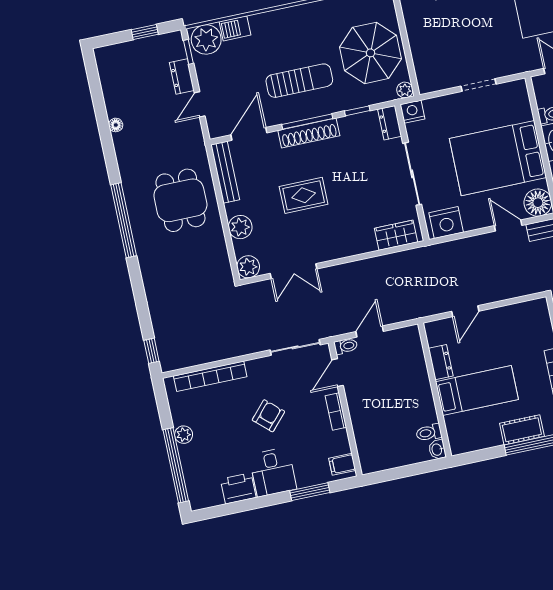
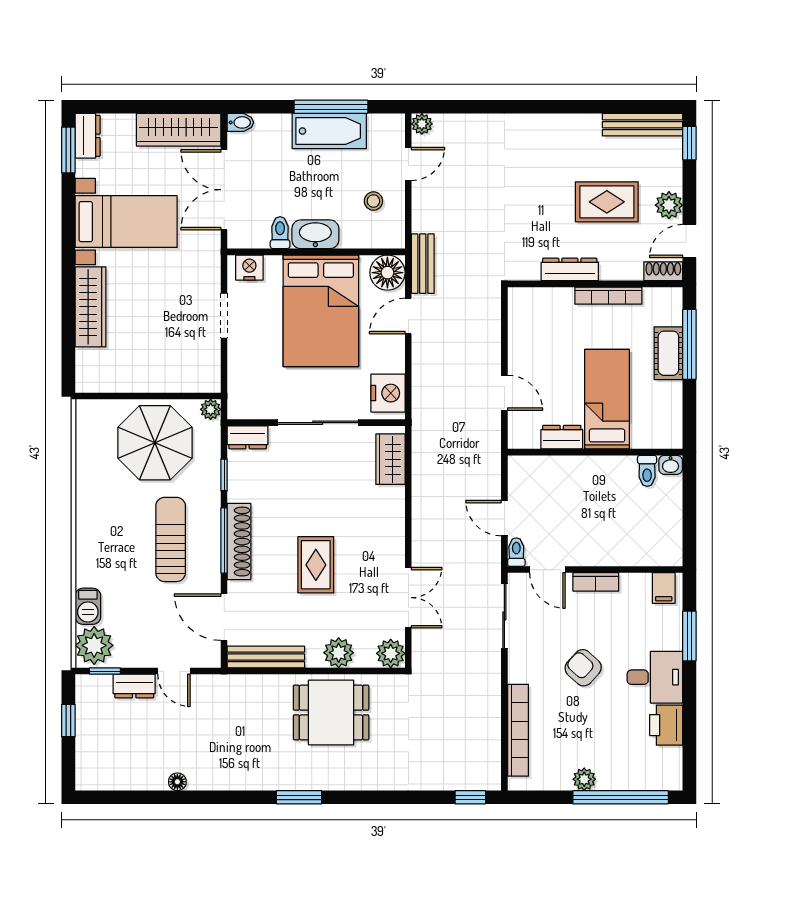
nightstand: (412, 112) -> (249, 268), moved, turned 90
dining table: (180, 200) -> (331, 712), moved
window: (124, 220) -> (299, 797), width x0.47

